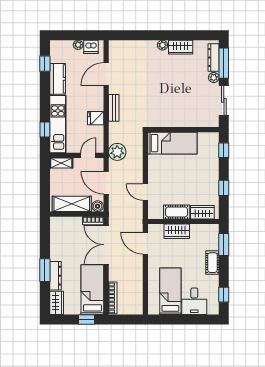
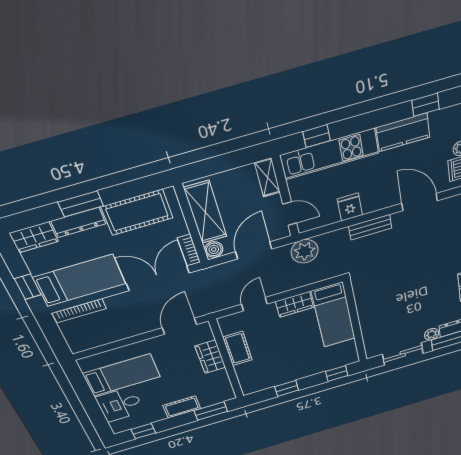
wardrobe: (202, 212) -> (294, 304), moved, turned 90
cot: (60, 242) -> (137, 212), added

